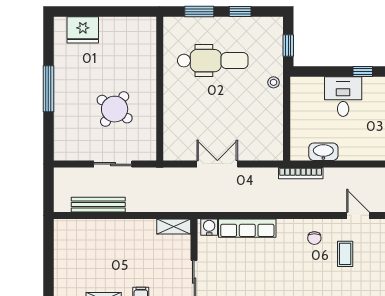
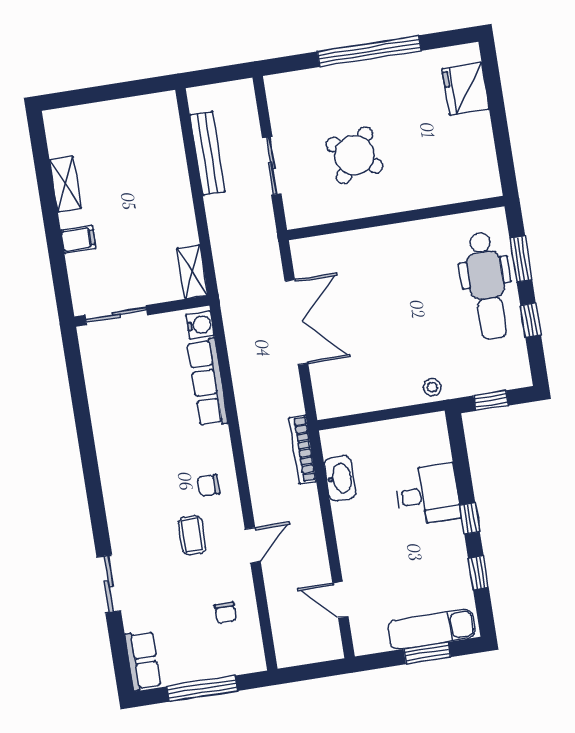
dental chair: (213, 61) -> (487, 286), moved
window: (48, 89) -> (369, 51), width x1.46
double door: (217, 164) -> (296, 322), width x1.37
coffee table: (345, 254) -> (192, 535), turned 90

